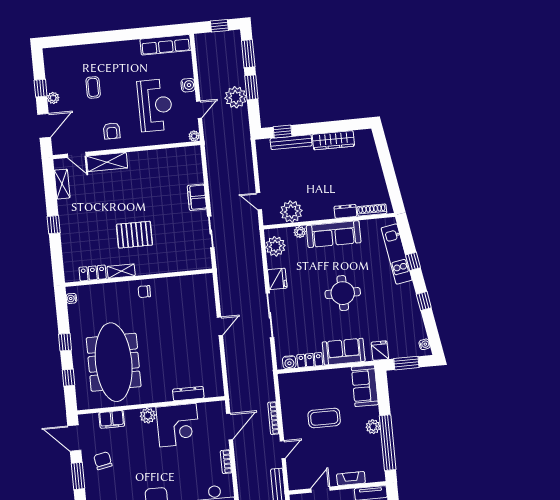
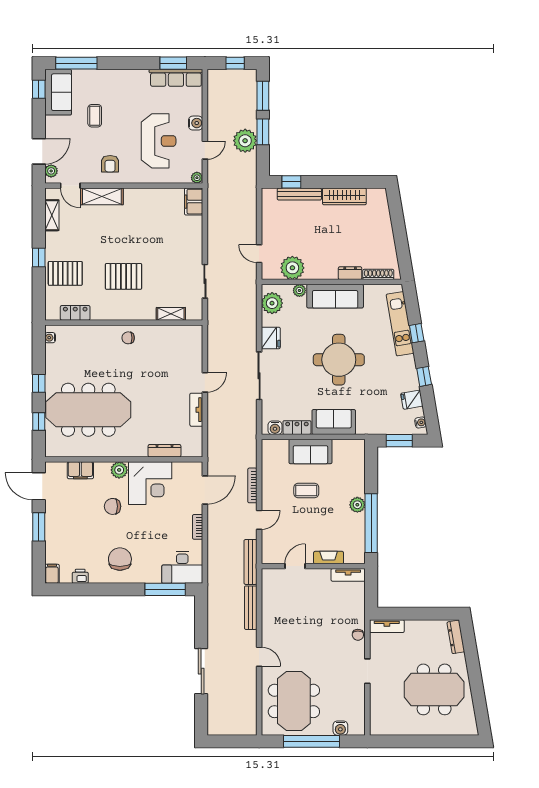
window: (162, 31) -> (173, 63), added
window: (71, 40) -> (76, 63), added
sofa: (57, 69) -> (58, 92), added
window: (41, 88) -> (39, 89), moved
plant: (53, 98) -> (51, 171), moved
filing cabinet: (197, 197) -> (194, 202), moved
pallet: (80, 237) -> (65, 273), added
shelving: (121, 271) -> (171, 314), moved
round table: (343, 293) -> (339, 360), width x1.36, depth x1.36
fridge: (380, 351) -> (412, 400), moved, turned -100
tv unit: (214, 352) -> (196, 410), added
meeting table: (114, 362) -> (88, 410), turned 90
sofa: (365, 386) -> (310, 451), moved, turned -90
coffee table: (324, 418) -> (306, 491), width x0.73, depth x0.77
chair: (103, 461) -> (112, 506), moved, turned -79

